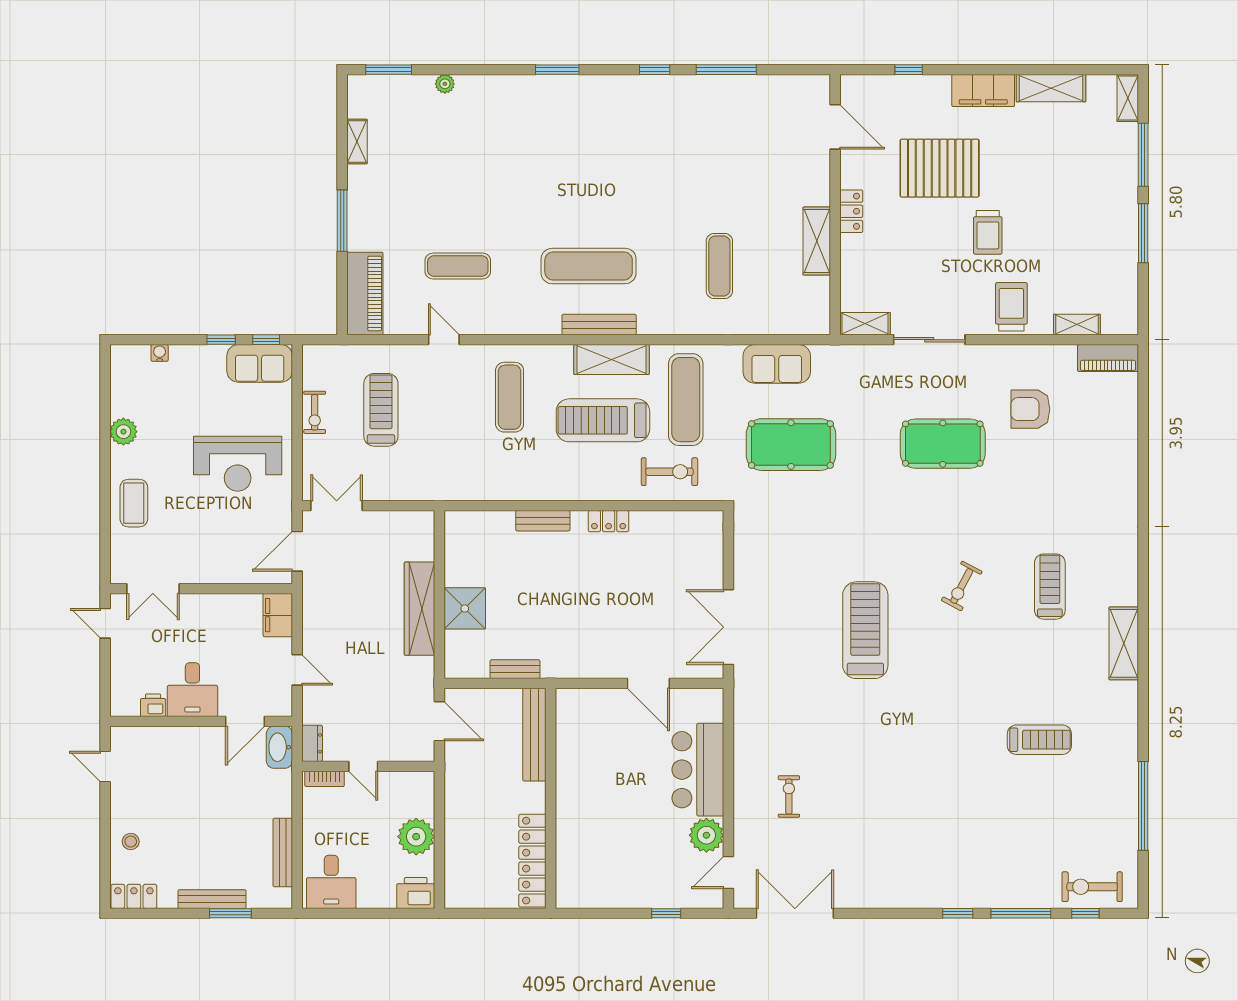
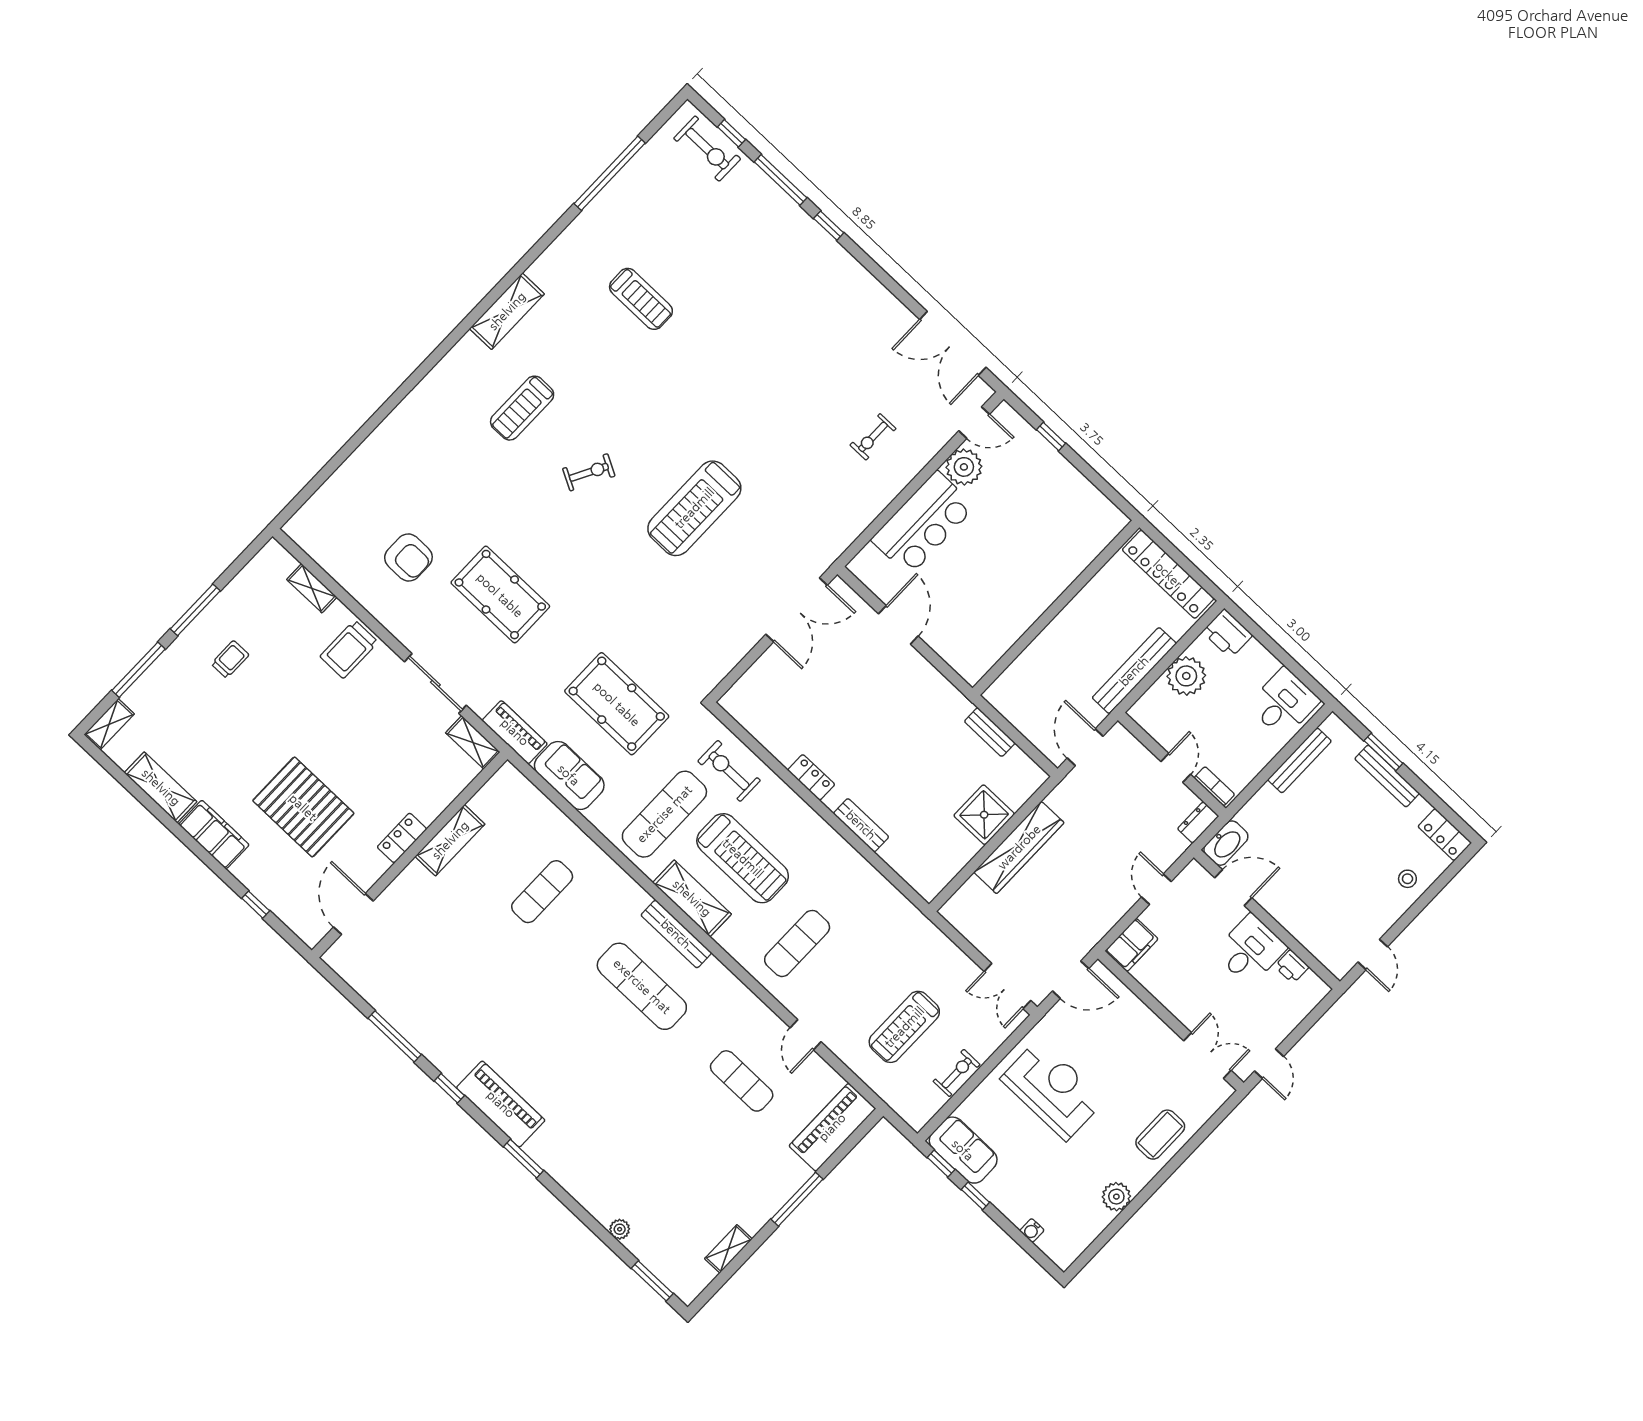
piano: (609, 92) -> (501, 1104), added
trolley: (988, 232) -> (230, 659), moved, width x0.73, depth x0.72
piano: (1108, 358) -> (515, 732), moved
bench: (534, 735) -> (1134, 671), moved
treadmill: (1039, 740) -> (641, 299), turned 180
locker: (532, 861) -> (1168, 574), moved, turned 90

